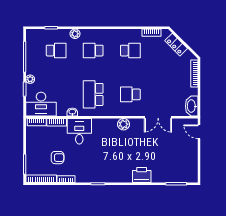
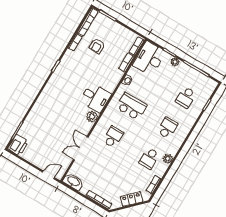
plant: (75, 34) -> (168, 159), moved
desk: (79, 131) -> (95, 98), moved
printer: (142, 175) -> (18, 145), moved

